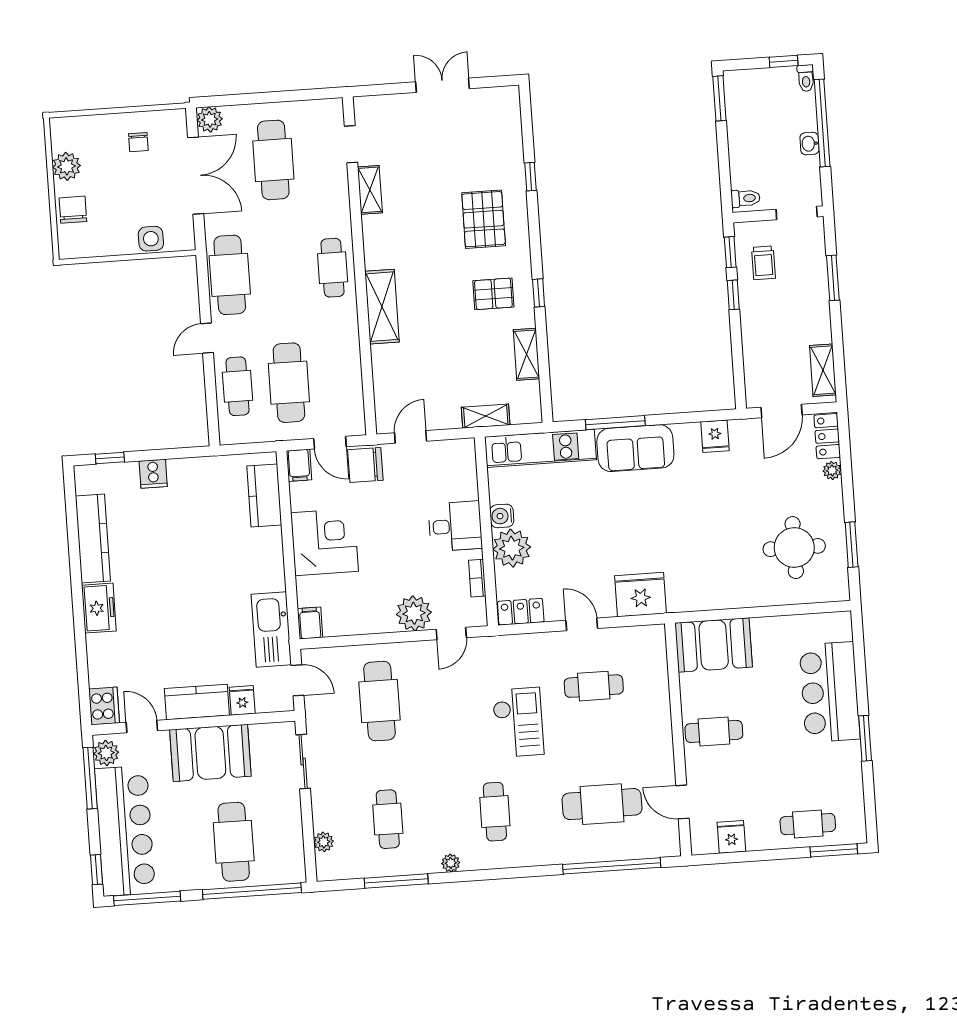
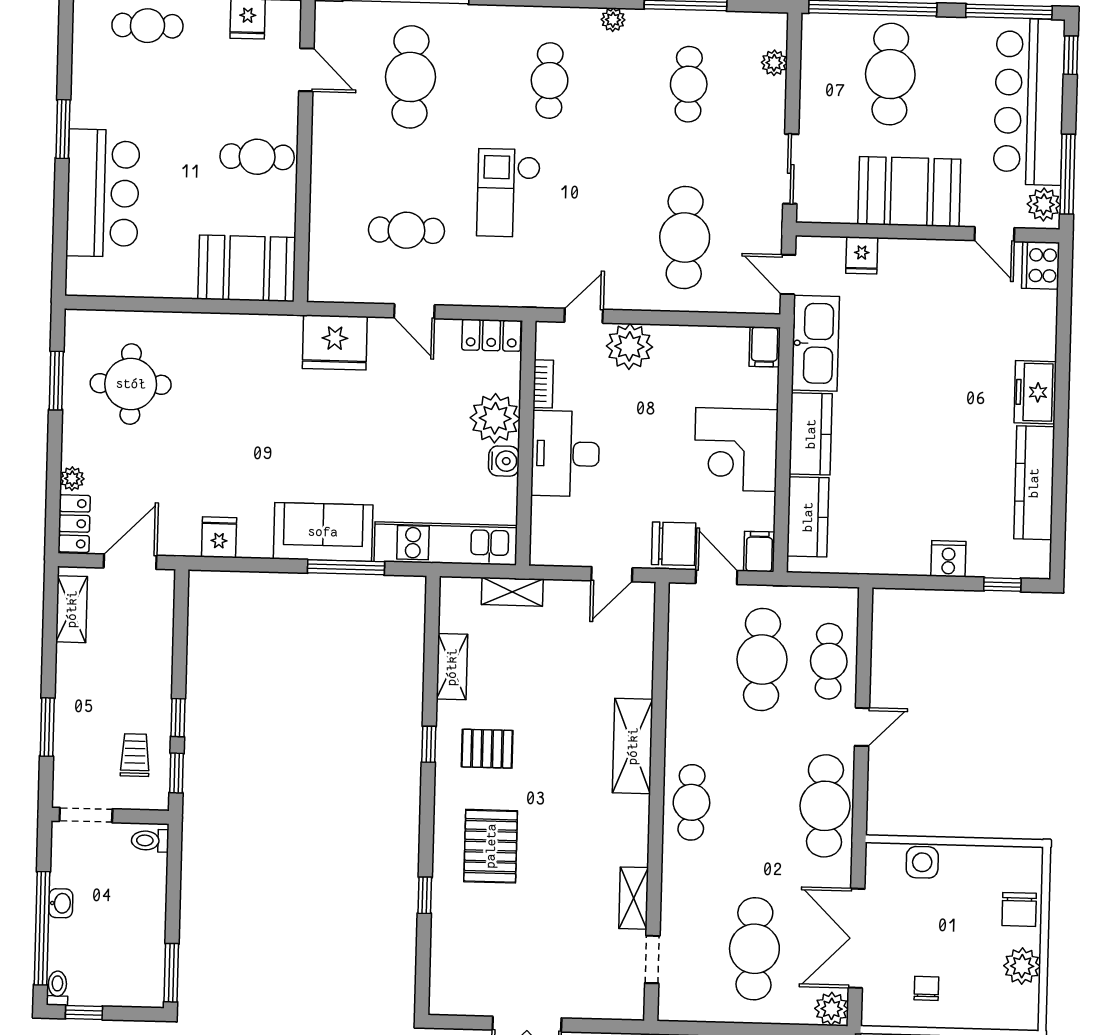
desk: (455, 526) -> (565, 454), width x1.37
kitchen counter: (197, 702) -> (811, 434), moved, turned -90
cafe table: (602, 804) -> (410, 77), turned 90

